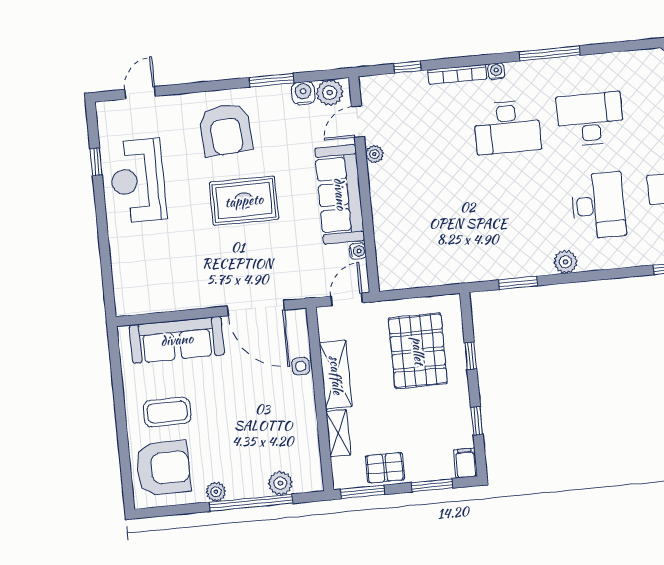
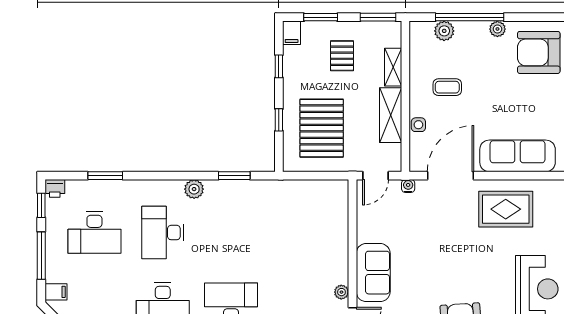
sofa: (340, 194) -> (373, 273), width x0.73
rug: (244, 201) -> (506, 209), moved
water cooler: (358, 251) -> (408, 186), moved, turned 90
door: (256, 308) -> (450, 176), hinge flipped
coffee table: (167, 412) -> (447, 87), moved, width x0.73, depth x0.77
pallet: (385, 468) -> (342, 56), moved, turned 90

